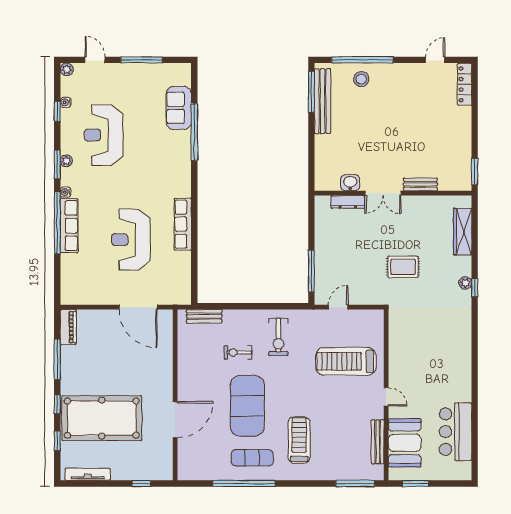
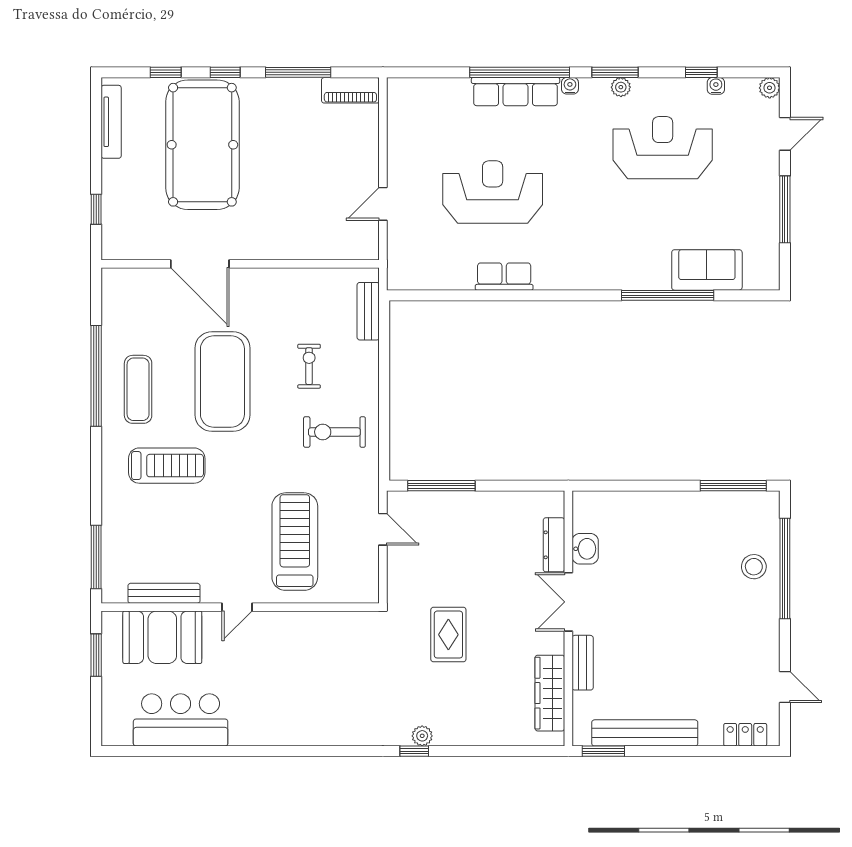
locker: (465, 84) -> (745, 735), width x0.66
bench: (323, 101) -> (645, 733), moved
row of seats: (183, 224) -> (504, 277), width x0.68
wardrobe: (463, 232) -> (550, 693), moved, turned -90
door: (138, 307) -> (383, 204), width x0.53
exercise mat: (247, 406) -> (222, 382), turned 90

